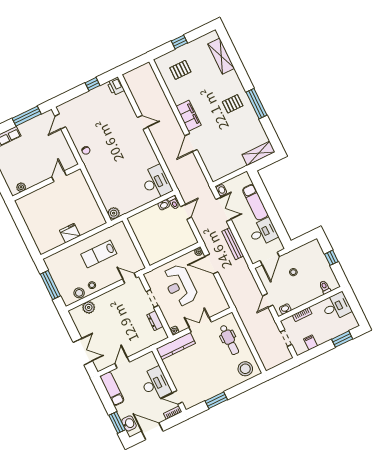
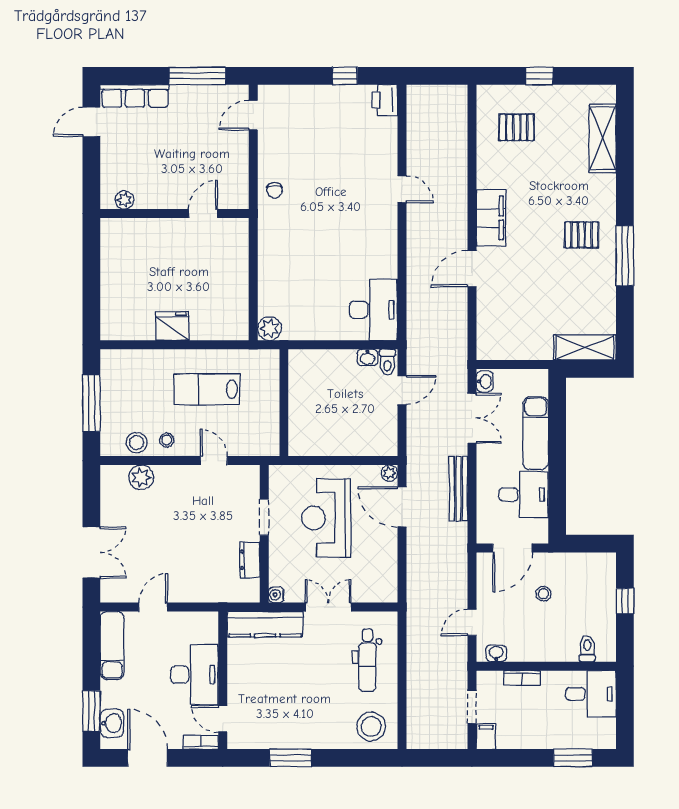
door: (129, 278) -> (214, 461), moved
filing cabinet: (311, 342) -> (486, 736), moved

